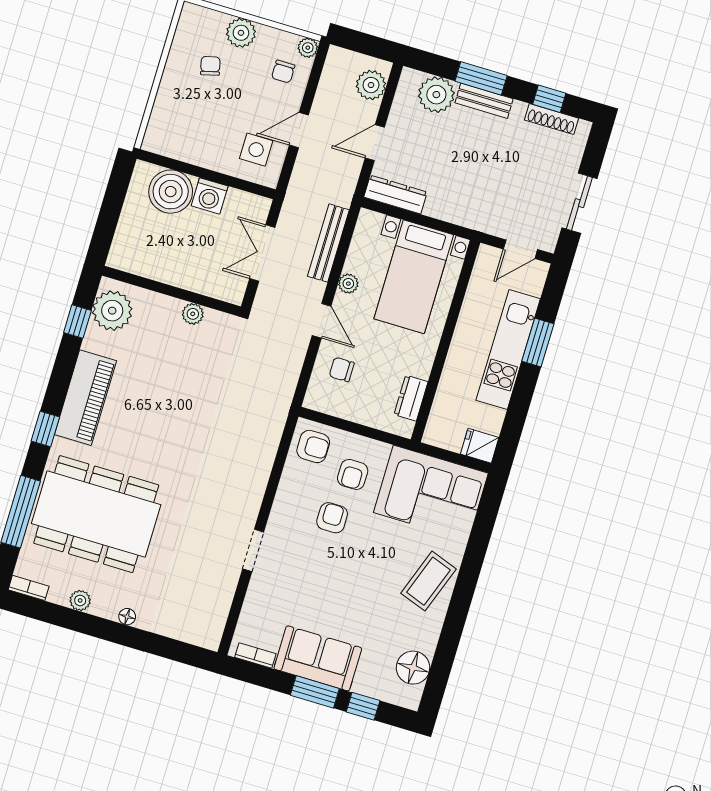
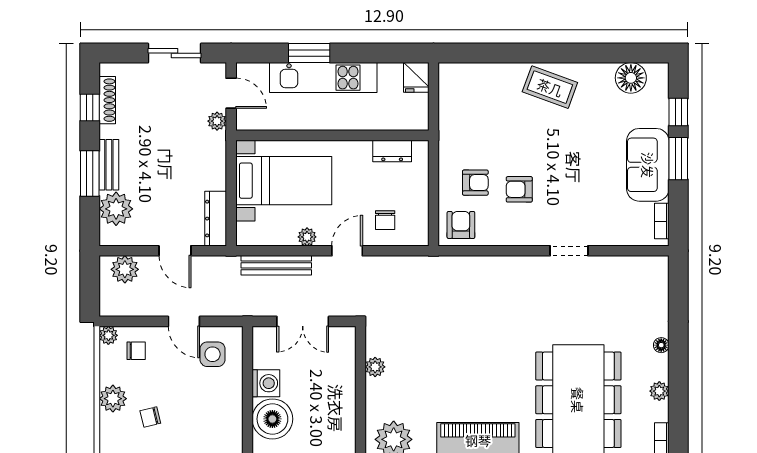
plant: (496, 226) -> (217, 121), added
corner sofa: (431, 493) -> (471, 108), removed

